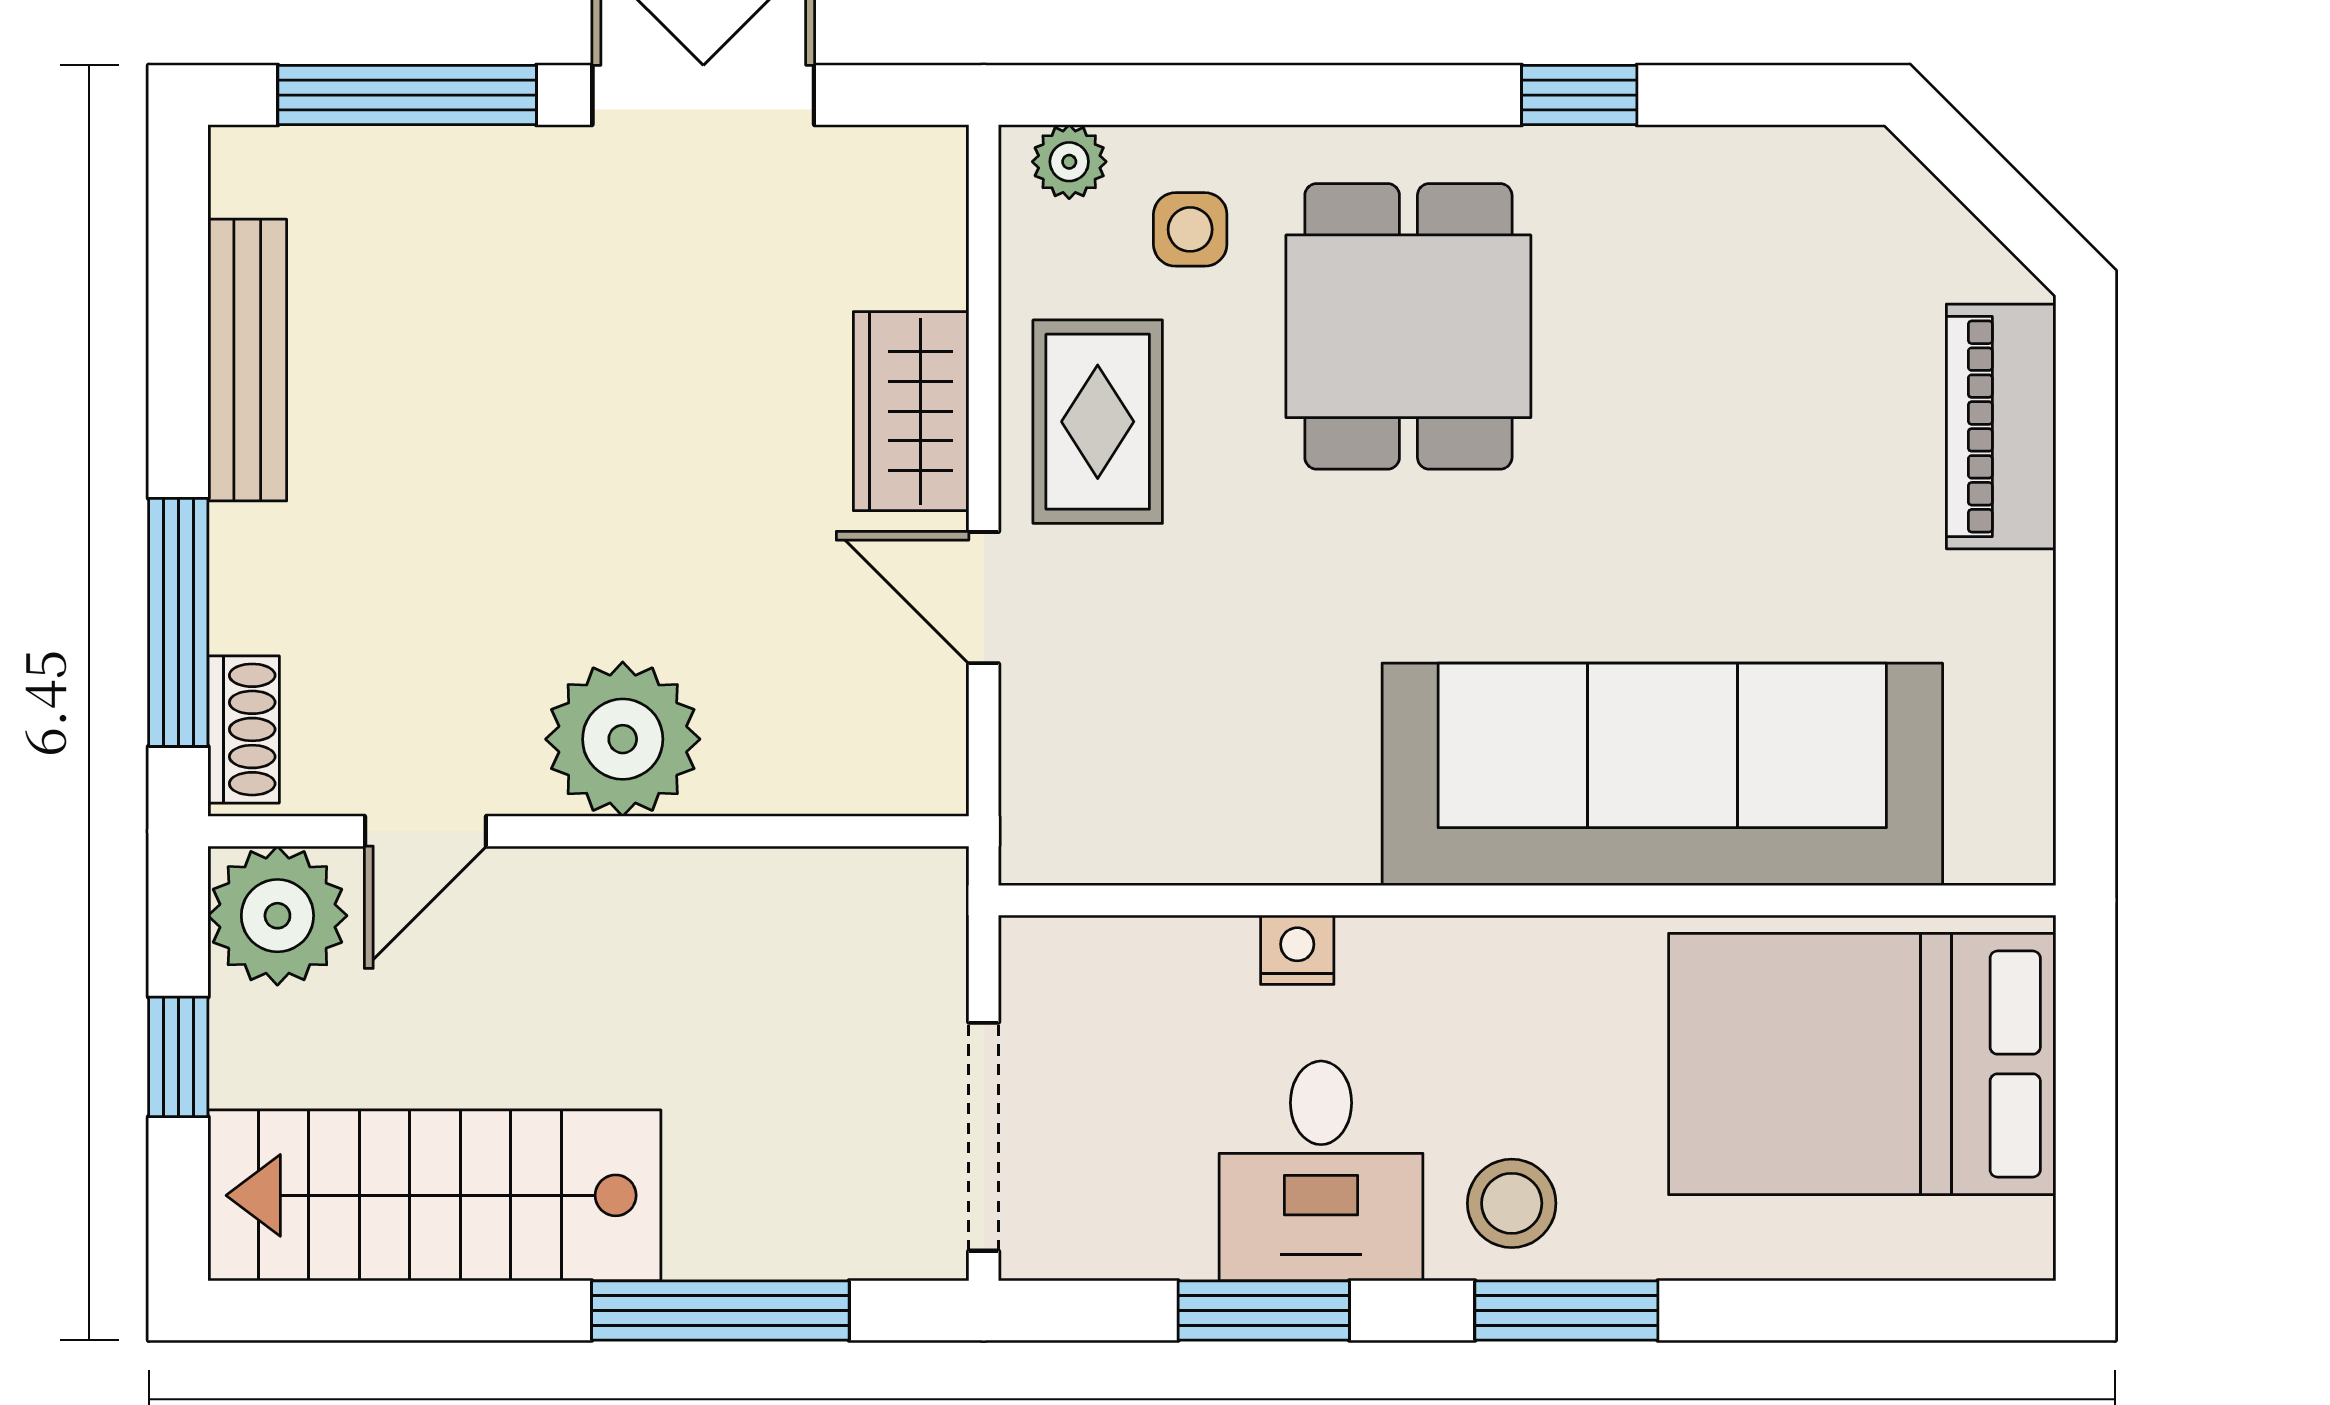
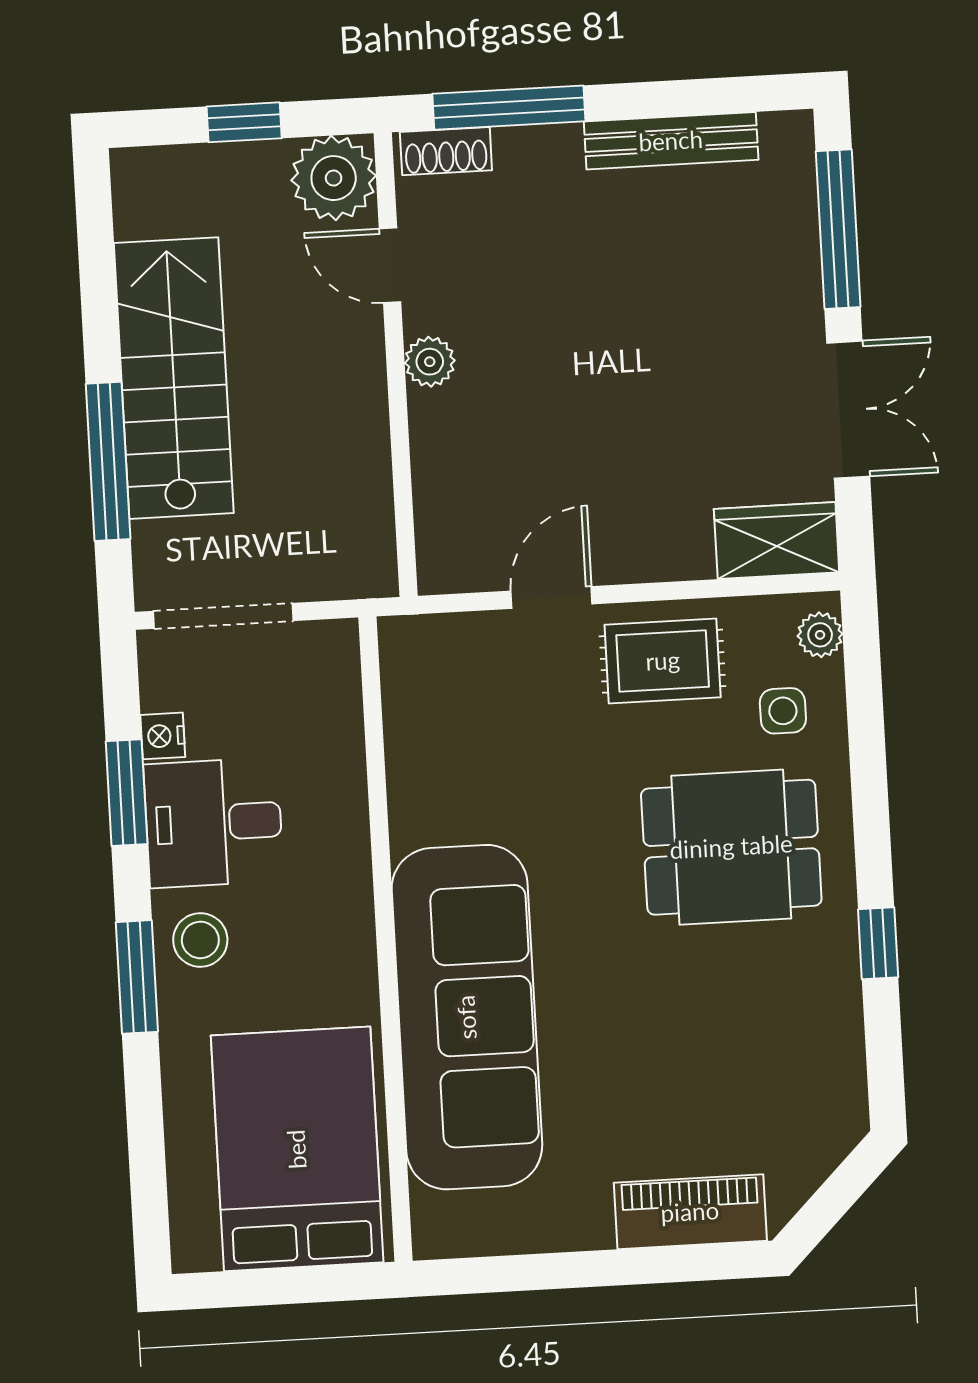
wardrobe: (911, 411) -> (777, 541), moved
plant: (623, 739) -> (430, 362), width x0.53, depth x0.53
nightstand: (1297, 950) -> (163, 736), moved, turned 180
stairs: (434, 1195) -> (174, 378), moved

